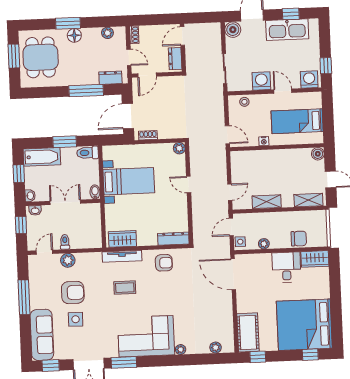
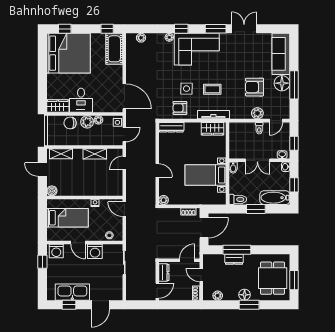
boiler: (233, 30) -> (116, 294), removed
dresser: (110, 78) -> (234, 259), moved
plant: (278, 241) -> (87, 122), added
floor lamp: (39, 299) -> (282, 83), added
side table: (76, 319) -> (187, 89), moved
window: (51, 365) -> (181, 29), moved

